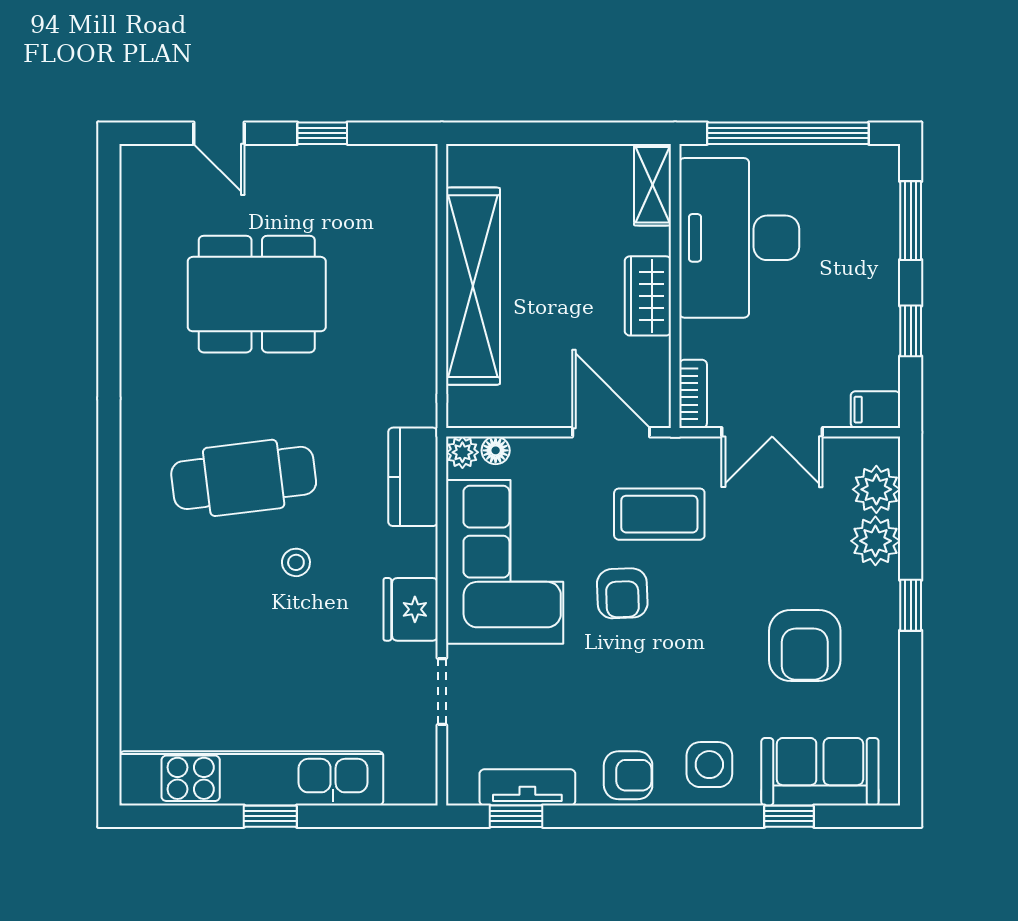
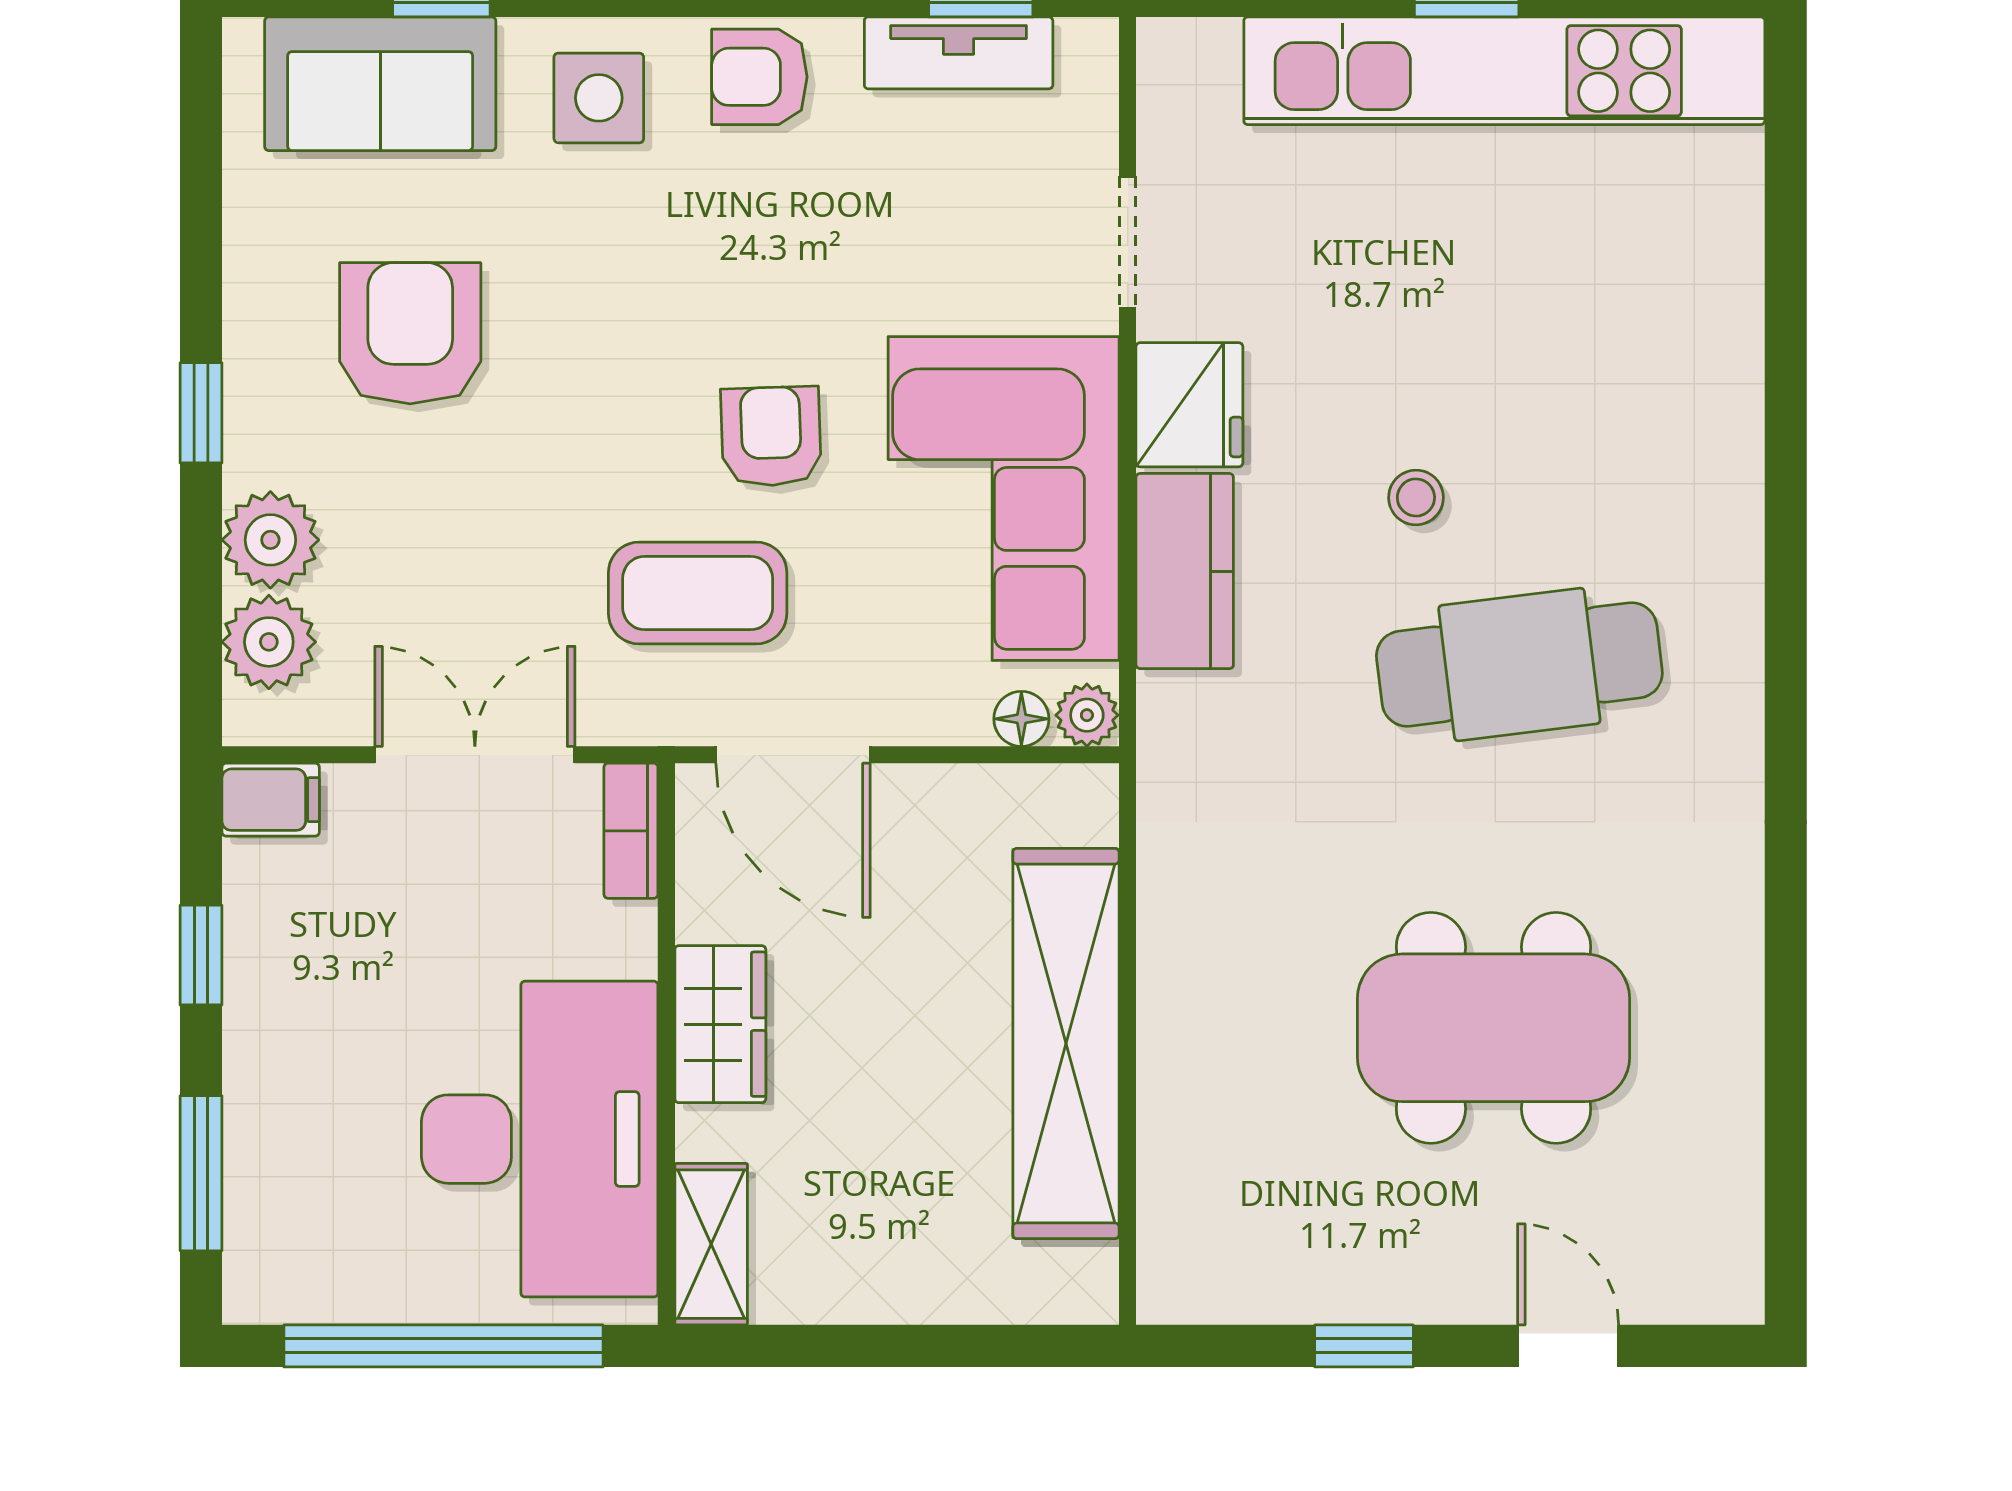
kitchen counter: (413, 477) -> (1185, 571), moved

